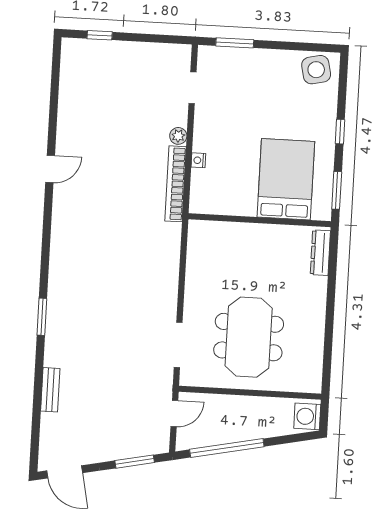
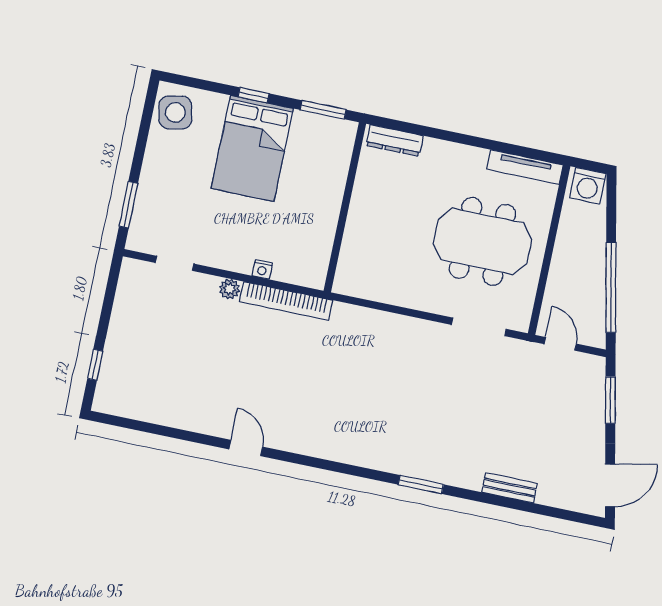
bed: (286, 179) -> (252, 148), moved, turned -90
tv unit: (315, 363) -> (525, 167), added

